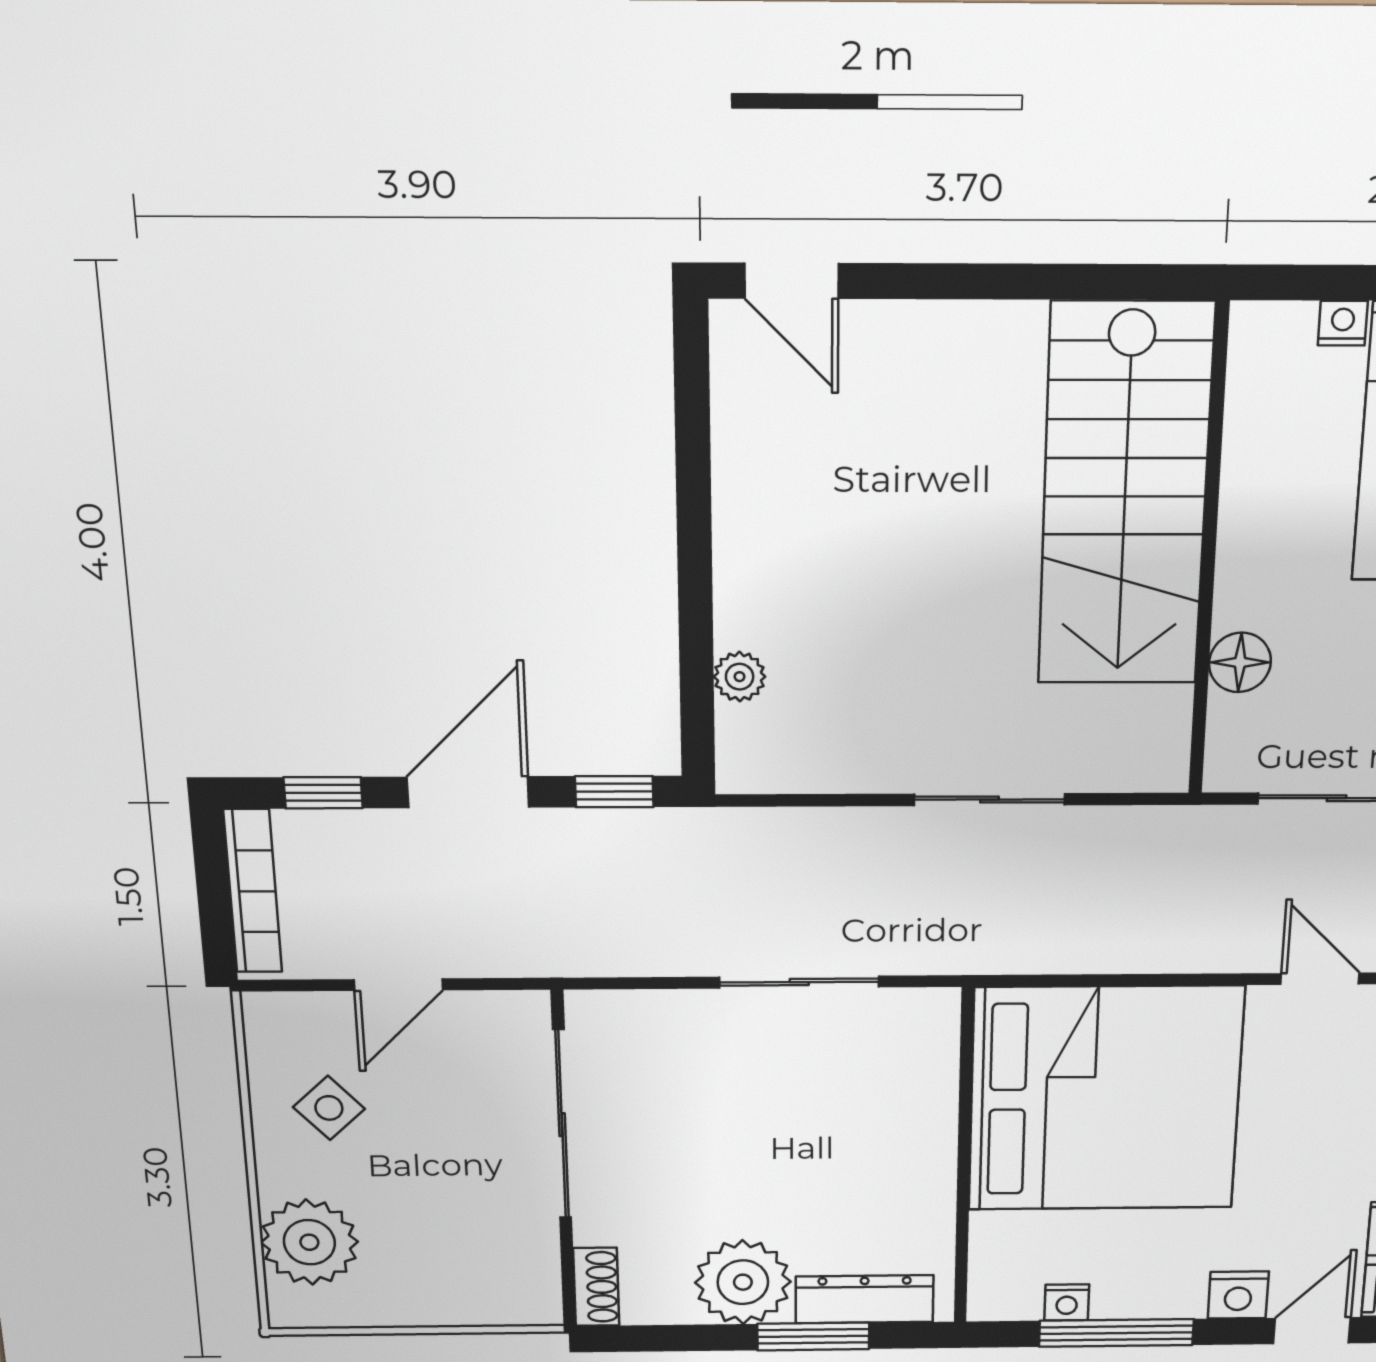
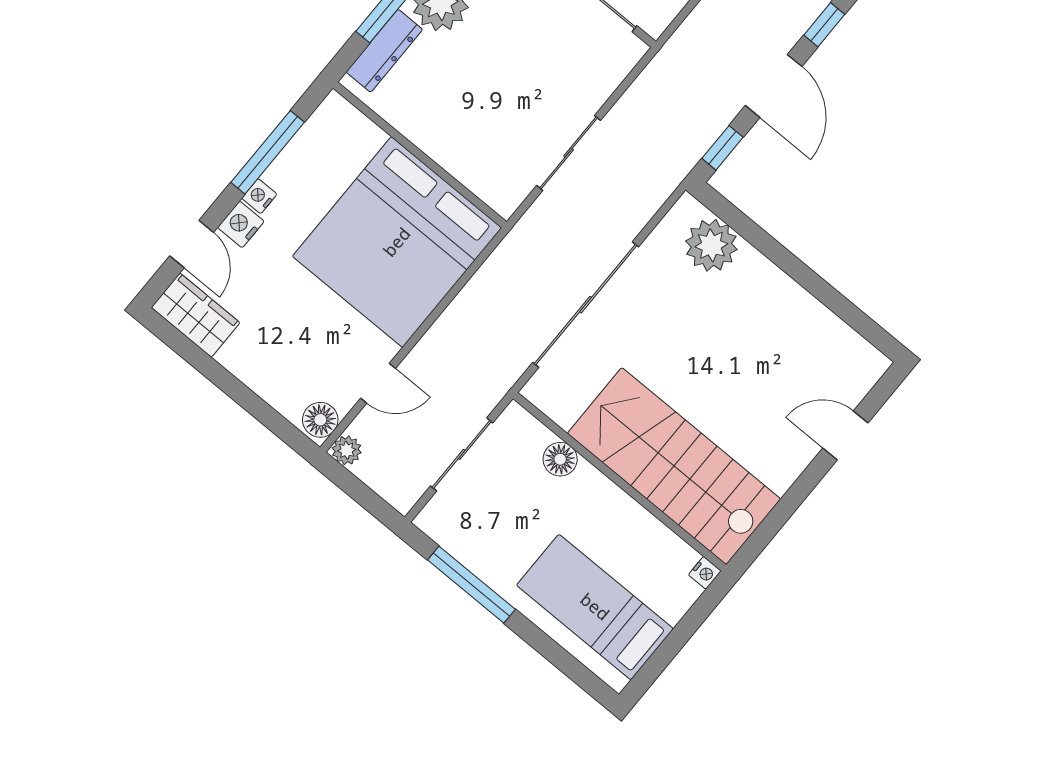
door: (792, 281) -> (845, 436), moved
nightstand: (1343, 323) -> (705, 573), moved
plant: (740, 677) -> (711, 245), width x1.88, depth x1.88
sliding door: (990, 800) -> (586, 305), width x1.86
nightstand: (1067, 1302) -> (259, 196), moved

